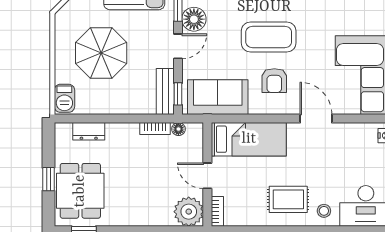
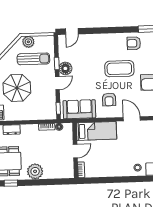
coffee table: (269, 37) -> (119, 69), moved
bench: (165, 91) -> (51, 107), removed
door: (207, 176) -> (75, 151), swing flipped
rug: (288, 199) -> (119, 162), removed
plant: (189, 212) -> (35, 171), moved

